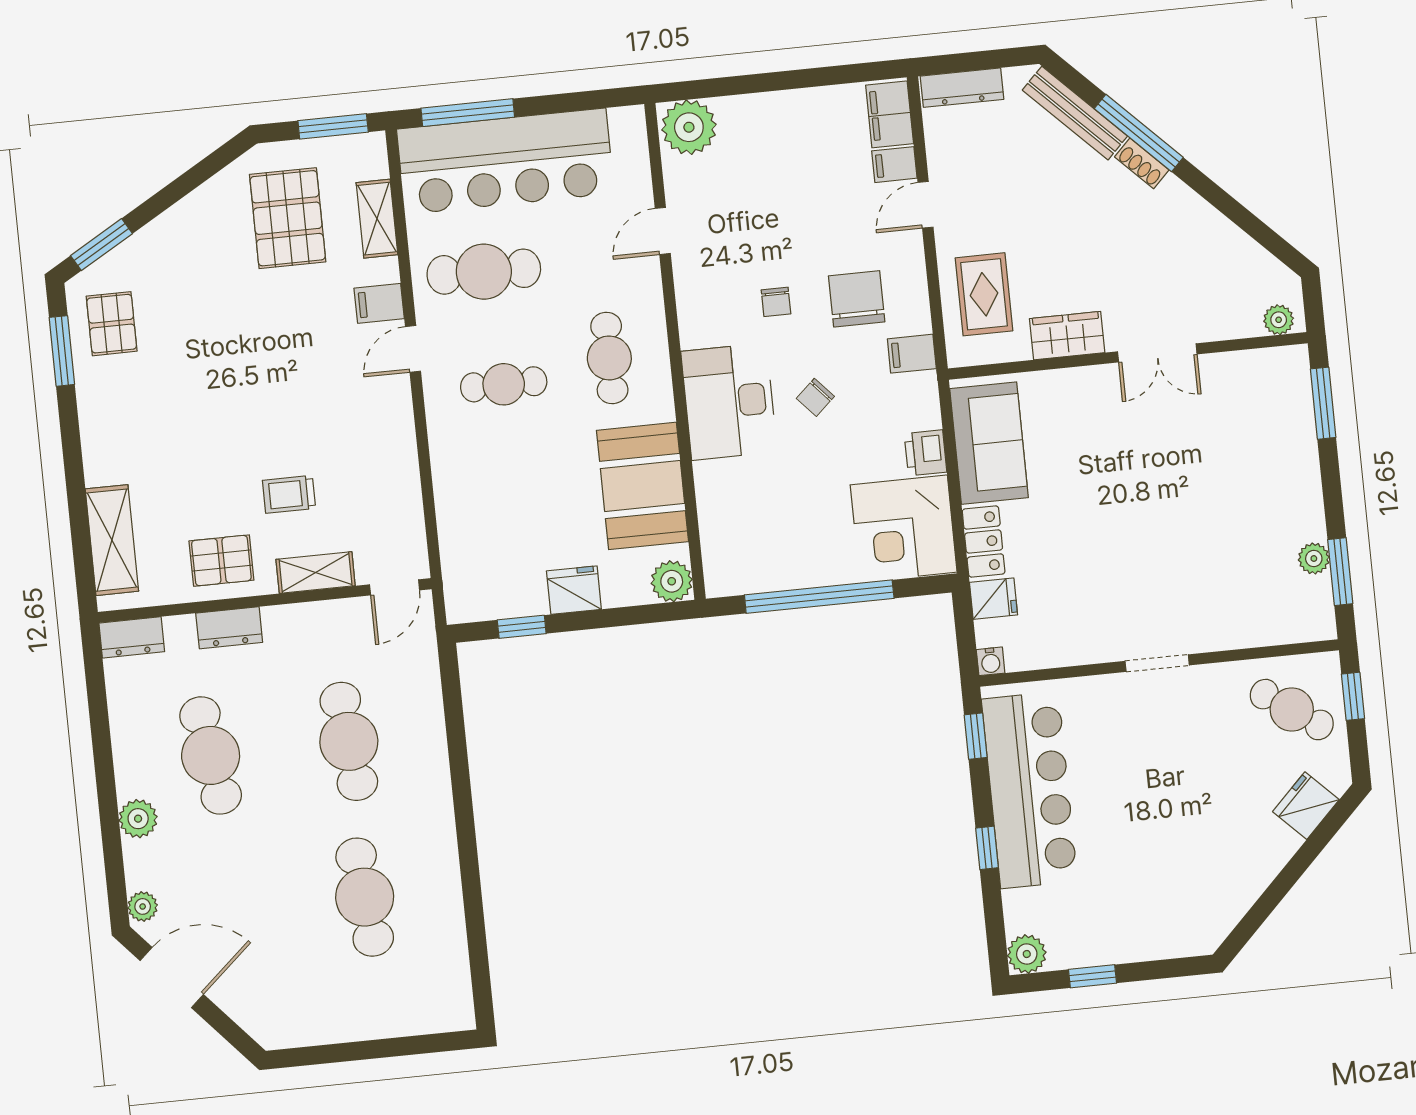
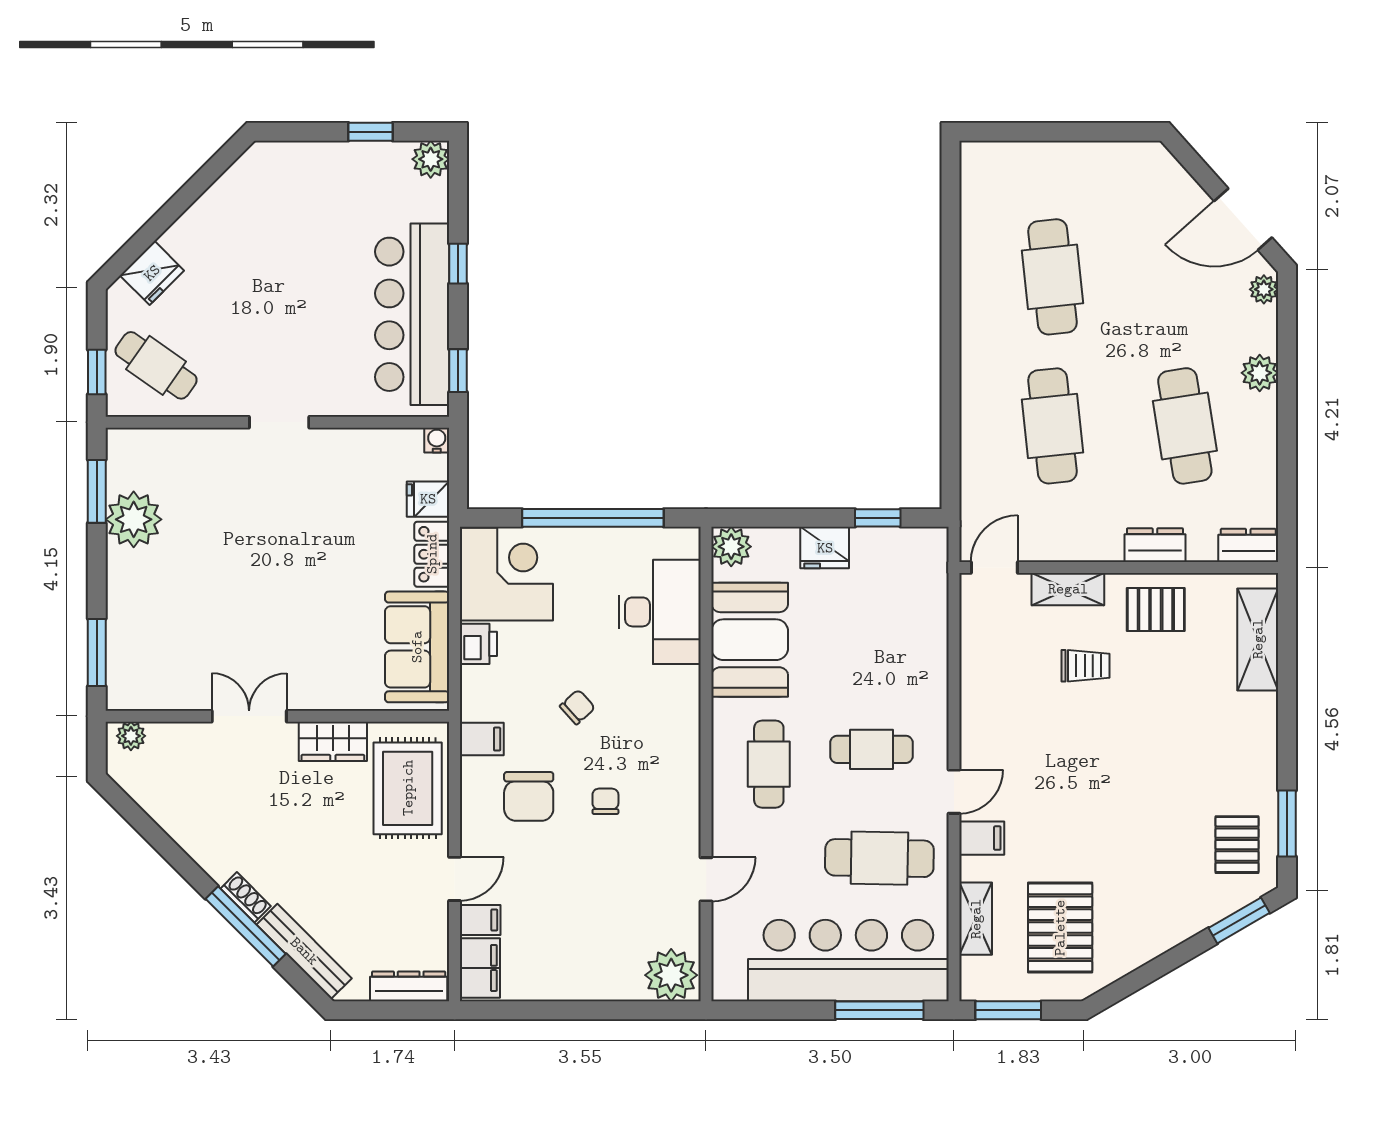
rug: (984, 294) -> (408, 788), width x1.36, depth x1.43
desk: (729, 402) -> (660, 612), moved
plant: (1314, 558) -> (134, 519), width x1.88, depth x1.88

